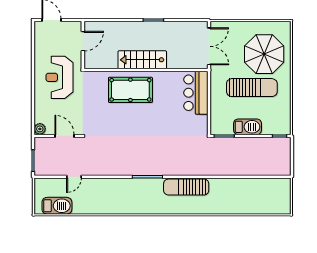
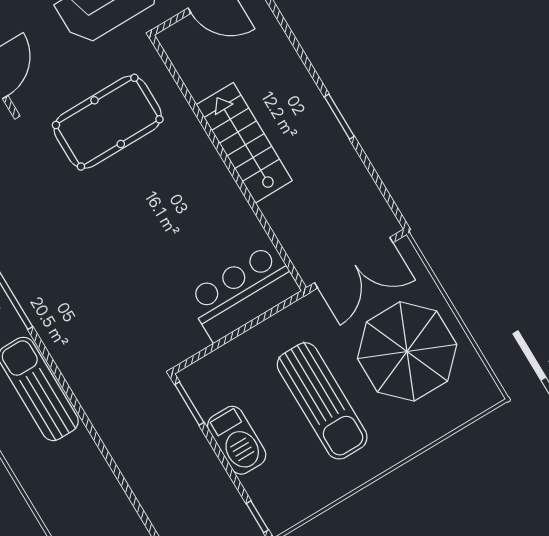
parasol: (264, 54) -> (407, 351), moved
pool table: (130, 90) -> (108, 122), moved, turned 90

